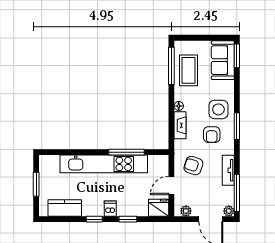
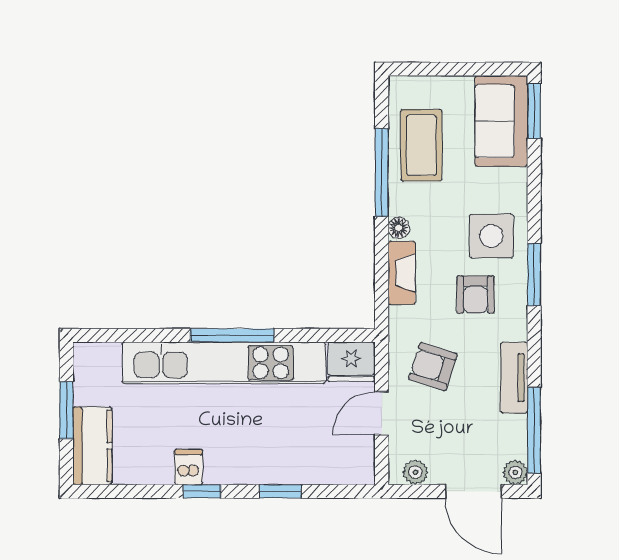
window: (171, 66) -> (382, 173), moved
window: (127, 152) -> (232, 335), moved
kitchen counter: (65, 208) -> (92, 446), moved, turned 90
fridge: (159, 208) -> (351, 362), moved, turned 180
dishwasher: (110, 209) -> (189, 467), moved

